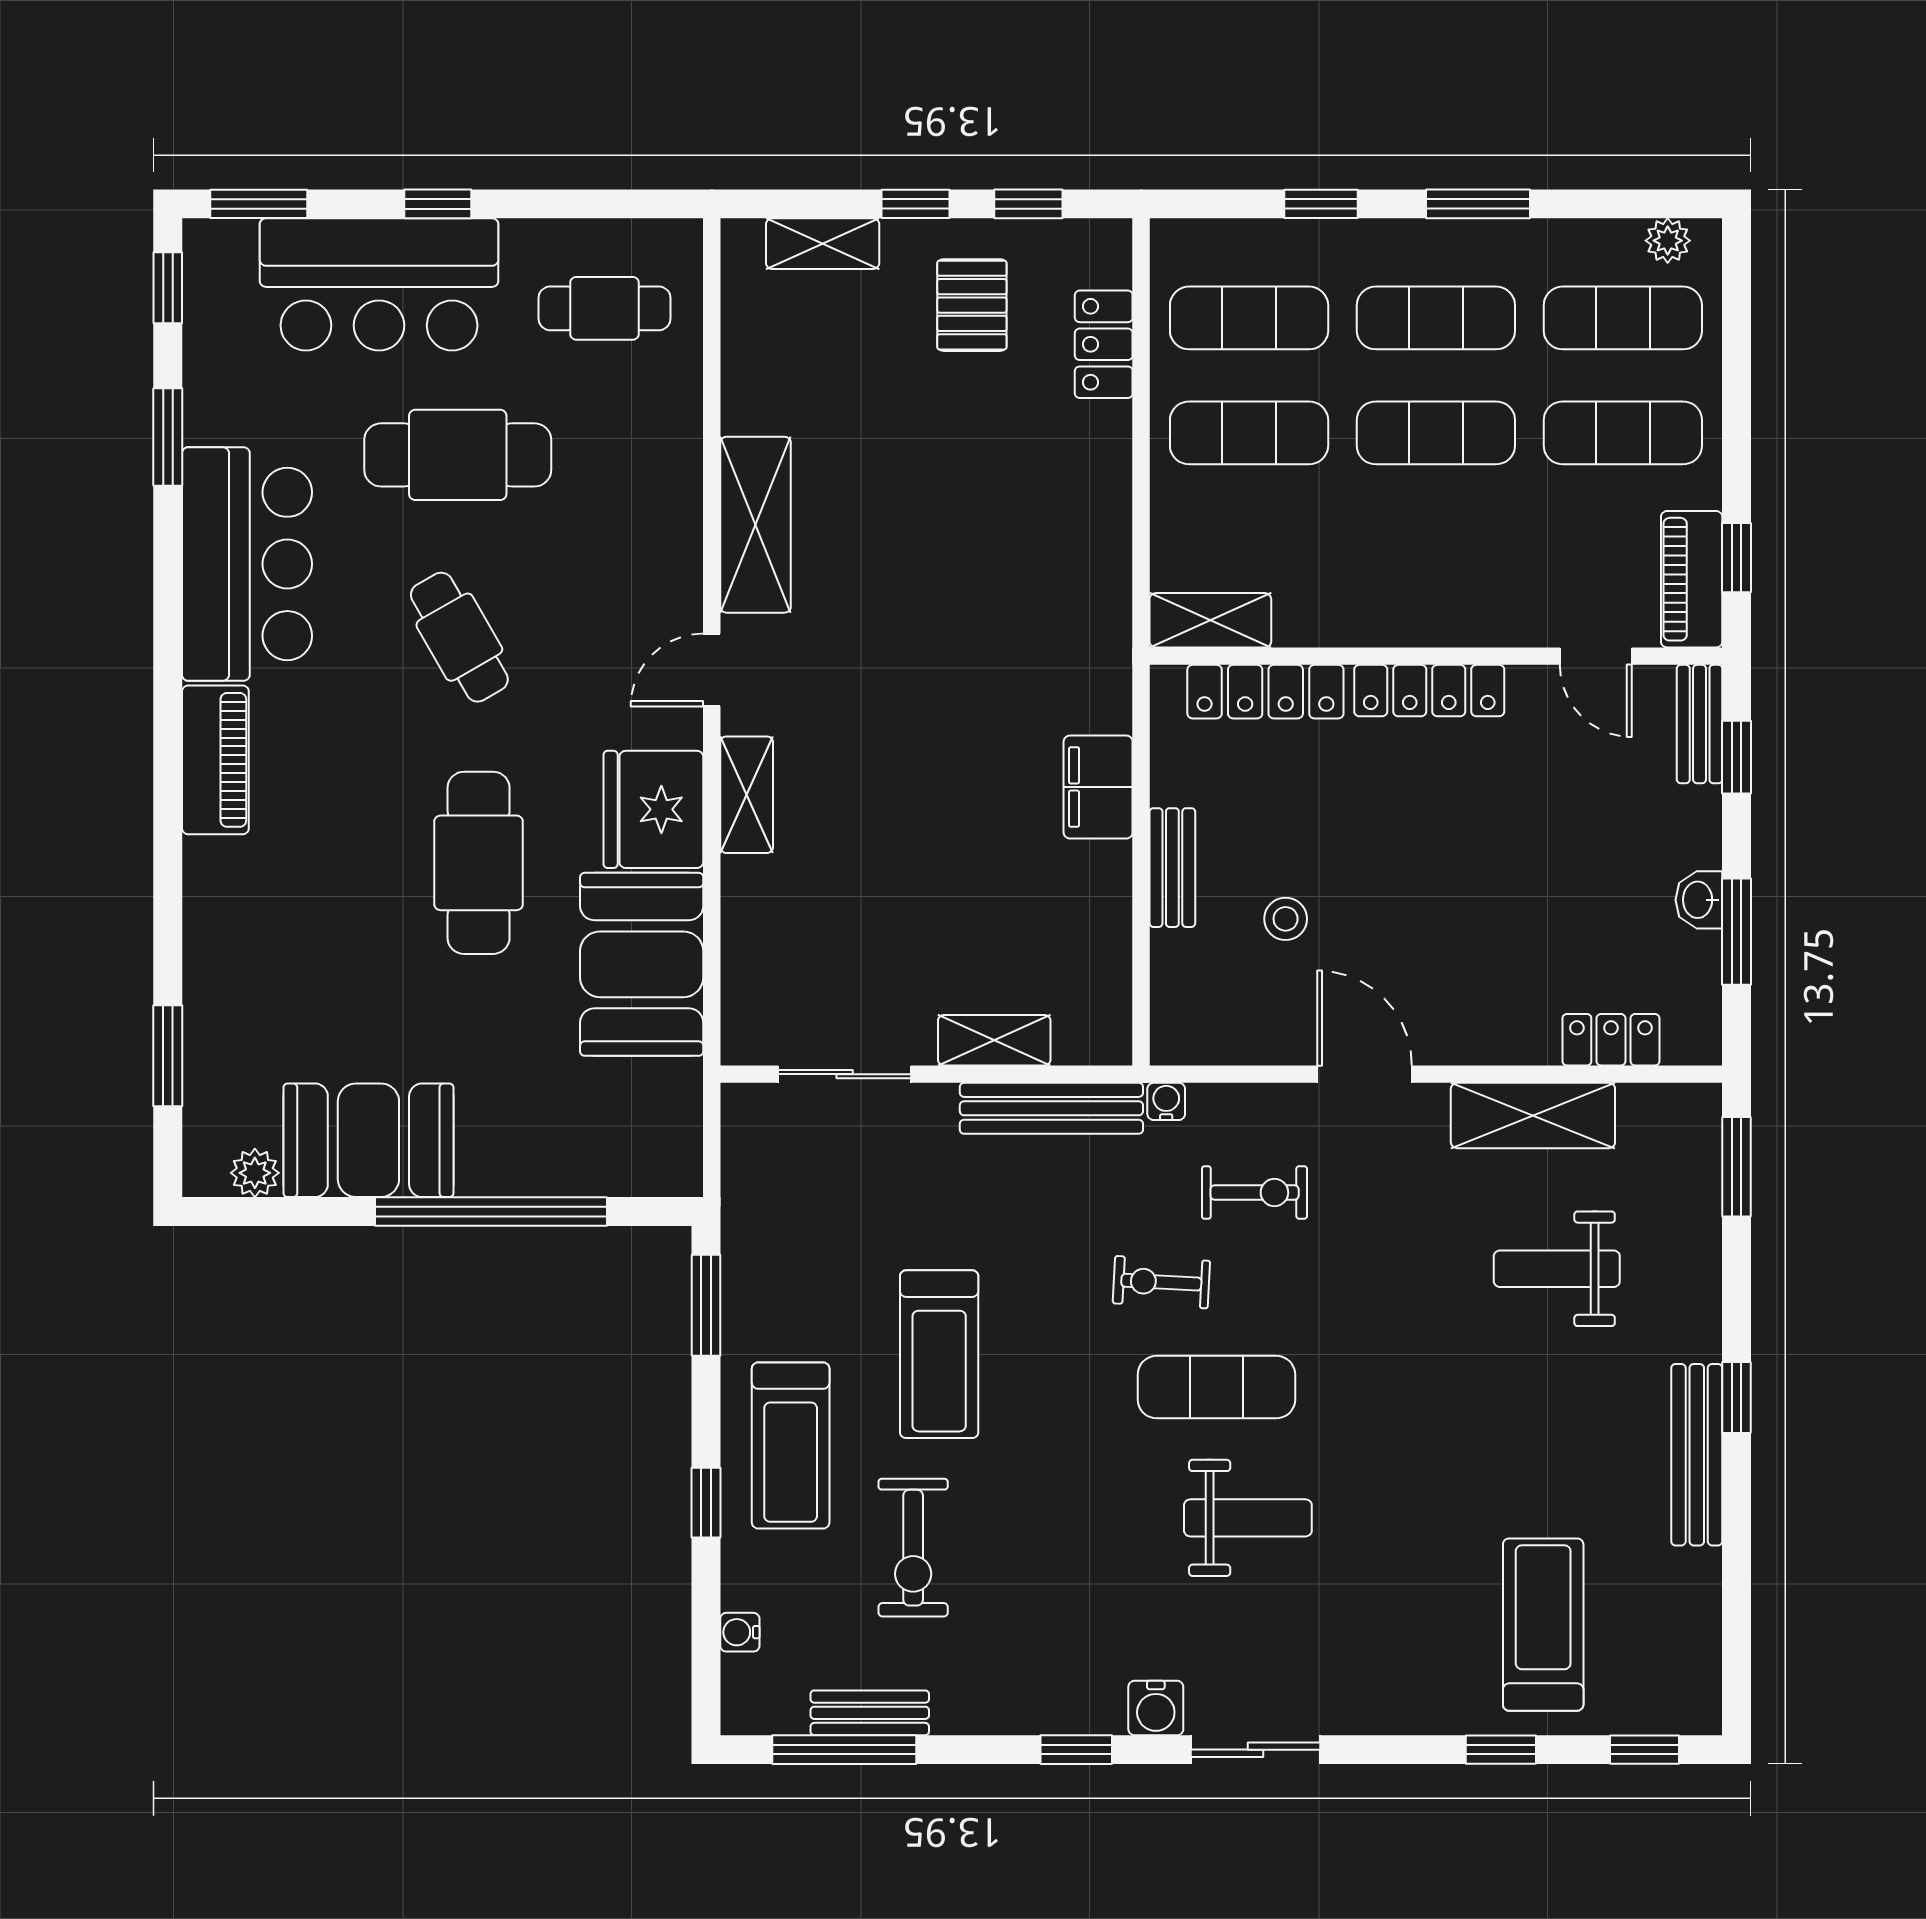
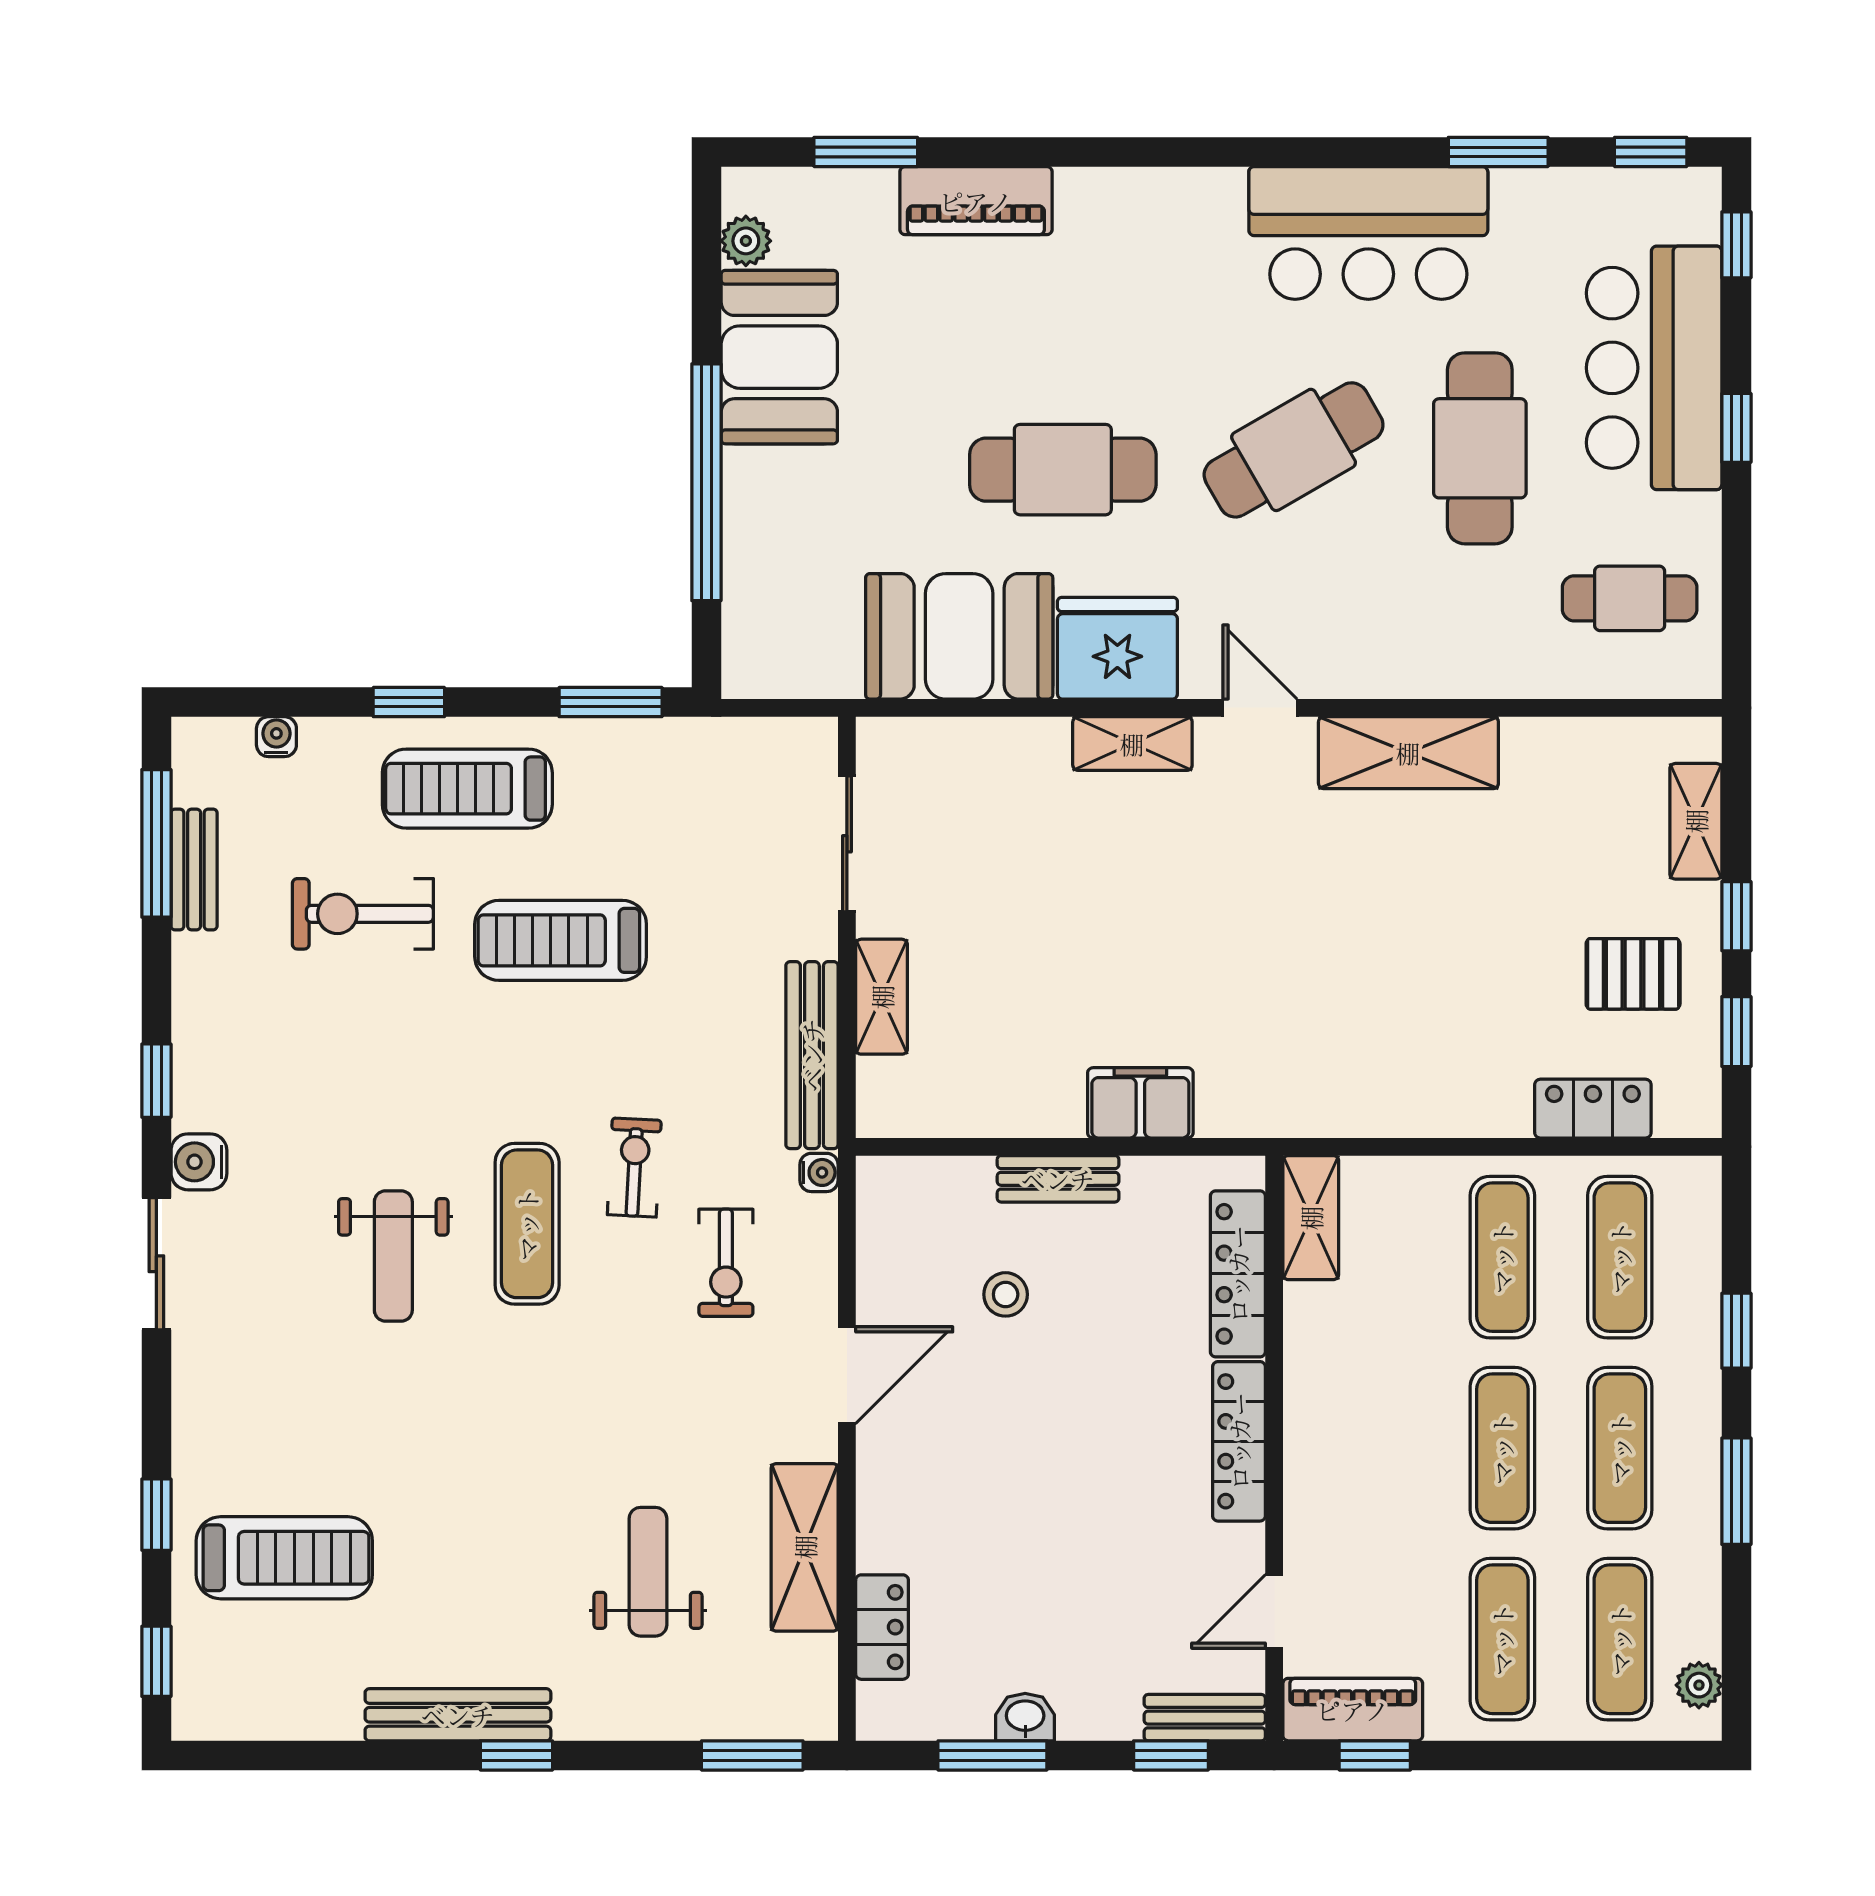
window: (259, 204) -> (1736, 245), width x0.67
cafe table: (605, 308) -> (1630, 598), turned 90
cafe table: (459, 637) -> (1294, 450), width x1.37, depth x1.35
piano: (215, 760) -> (976, 201), moved

